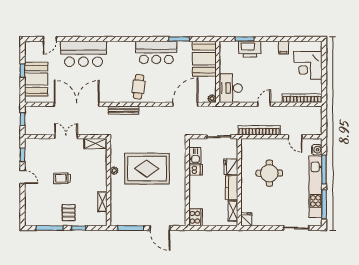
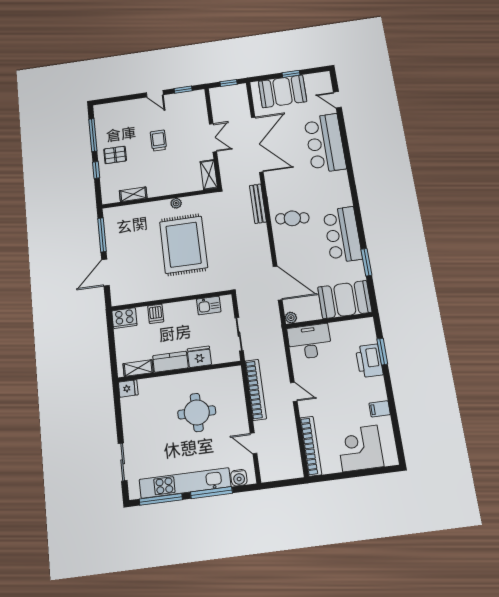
door: (295, 137) -> (254, 443), hinge flipped
dishwasher: (196, 170) -> (156, 314), moved
door: (23, 177) -> (155, 94), hinge flipped

